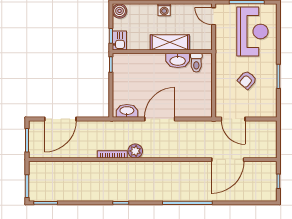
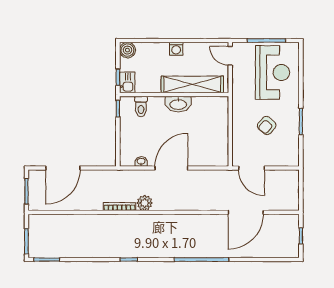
shelving: (170, 42) -> (192, 84), width x1.47
washbasin: (178, 60) -> (178, 104), moved
toilet: (196, 63) -> (141, 107), moved
washbasin: (127, 111) -> (141, 161), width x0.52, depth x0.69

